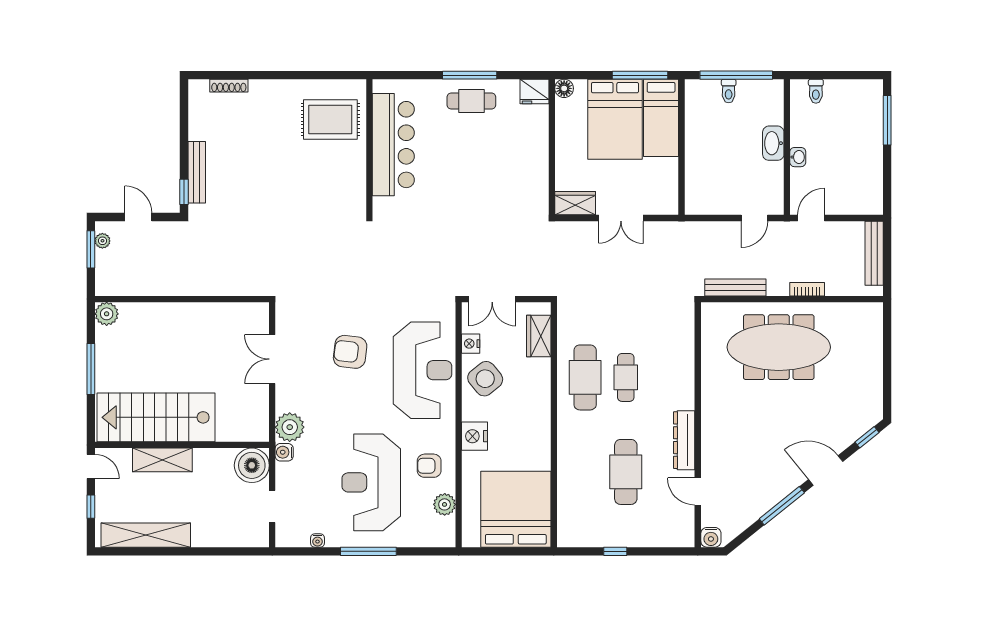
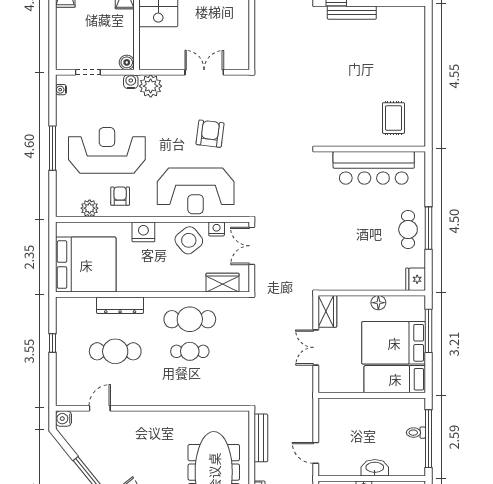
window: (640, 75) -> (428, 331), moved
shoe rack: (229, 86) -> (420, 38), removed
floor lamp: (564, 88) -> (378, 303), moved
rug: (330, 120) -> (393, 118), width x0.73, depth x0.70
dresser: (684, 440) -> (120, 305), moved, turned 180
boiler: (252, 465) -> (127, 62), width x0.54, depth x0.54
water cooler: (317, 541) -> (61, 90), moved

